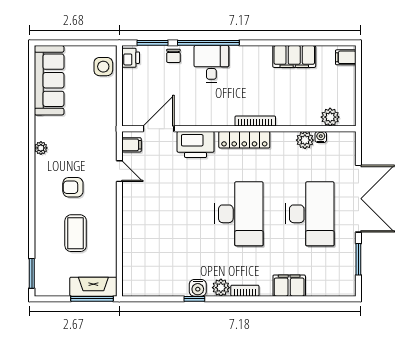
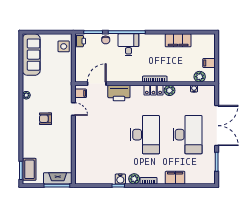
filing cabinet: (346, 57) -> (209, 63), moved
locker: (244, 140) -> (153, 90), width x0.66
plant: (305, 140) -> (169, 90), moved
coffee table: (76, 233) -> (30, 169), moved

